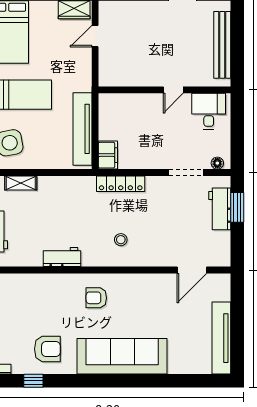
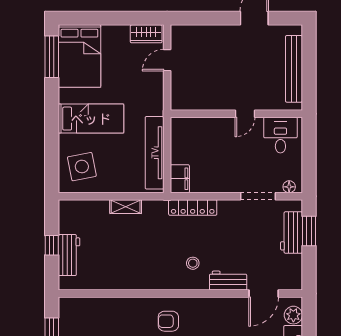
shelving: (21, 183) -> (126, 207), moved
workbench: (62, 257) -> (228, 281), moved
plant: (222, 292) -> (293, 315), added

